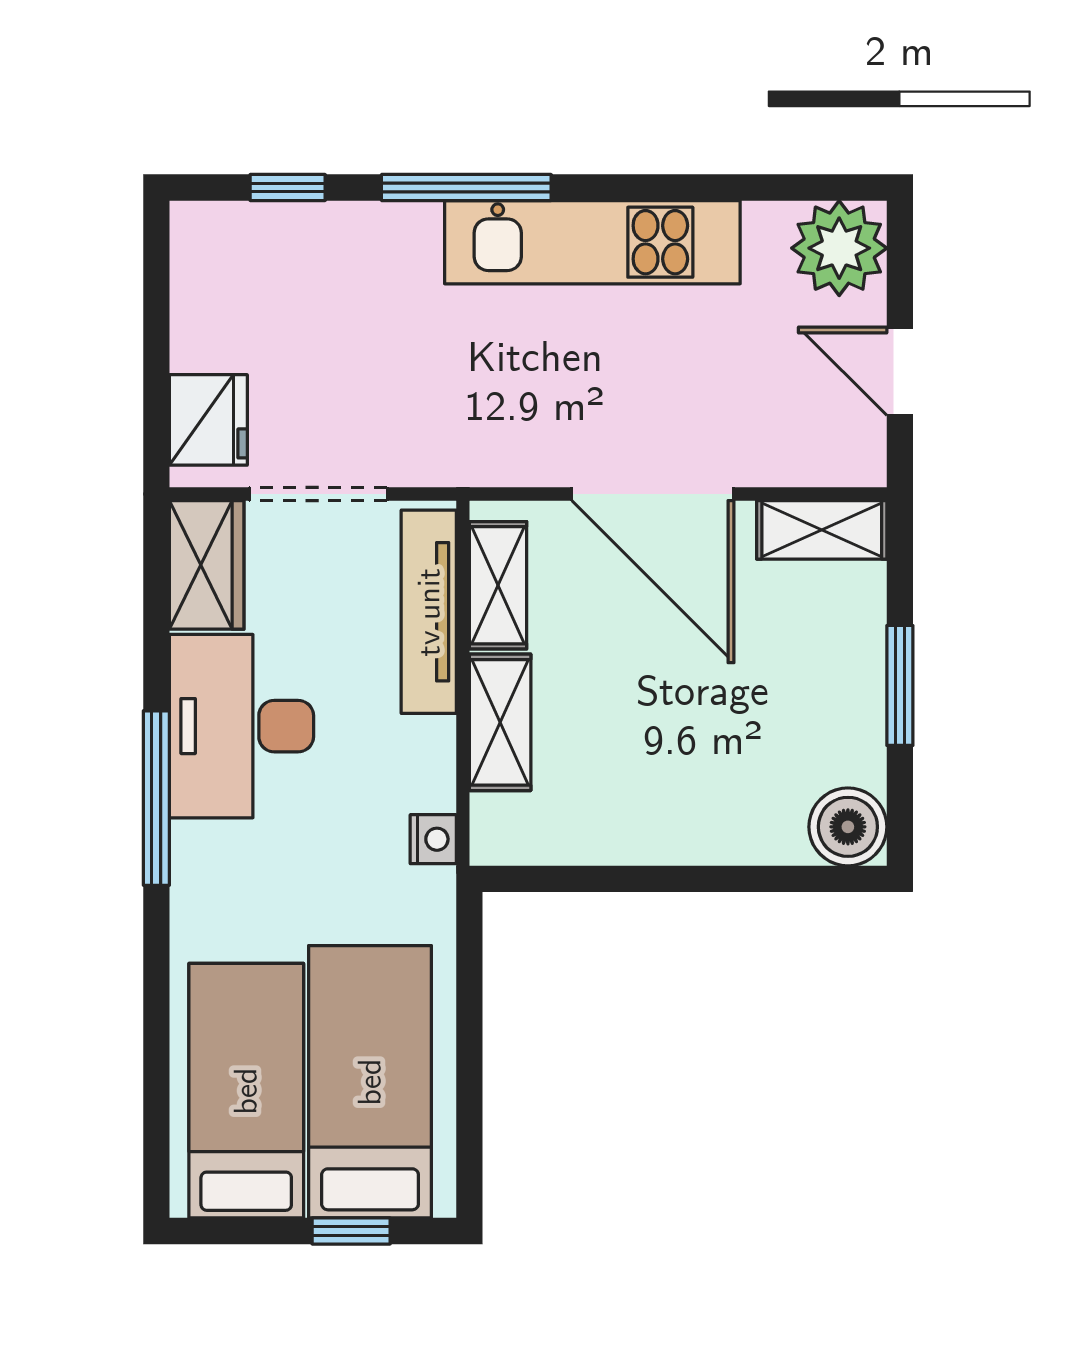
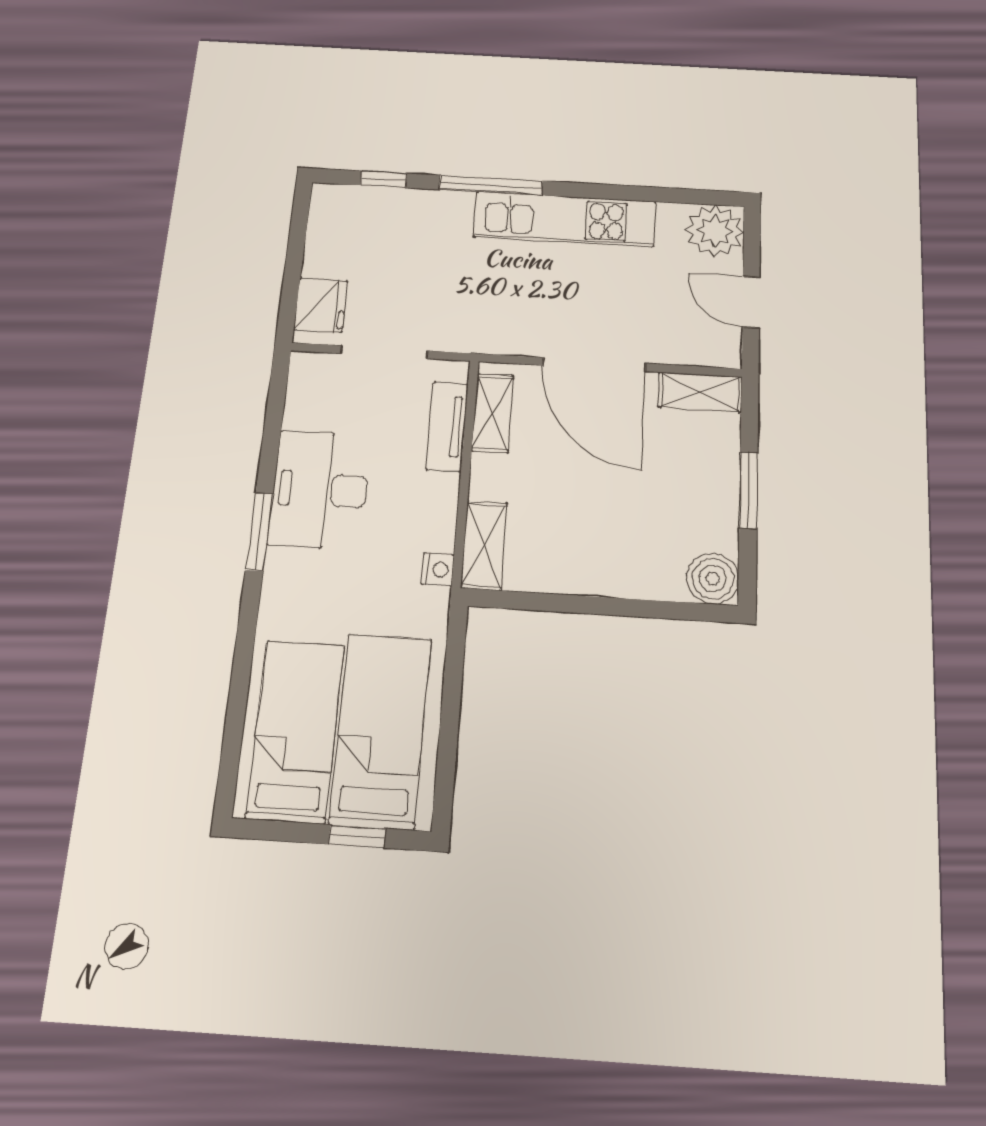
wardrobe: (207, 565) -> (309, 390), removed
tv unit: (429, 612) -> (447, 426), width x0.71
shelving: (500, 722) -> (484, 545), moved
window: (156, 798) -> (259, 532), width x0.69

